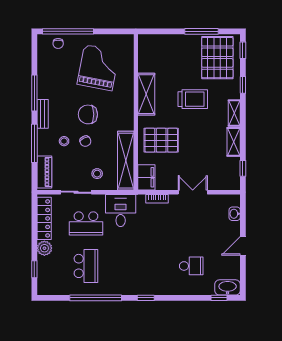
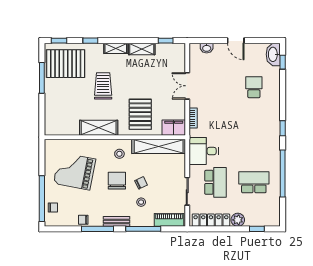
chair: (44, 77) -> (83, 220), added
chair: (88, 114) -> (117, 181), turned 180
stool: (97, 174) -> (119, 154), moved

